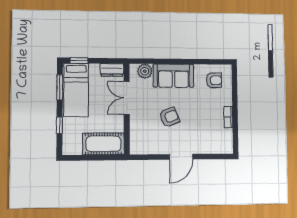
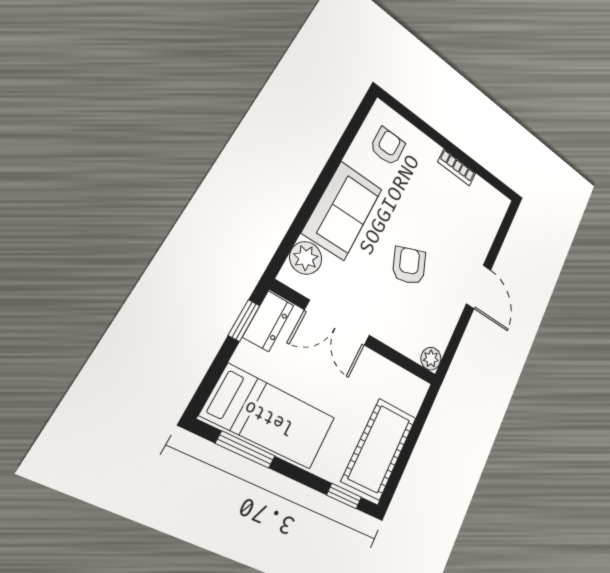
window: (79, 61) -> (244, 320), moved
window: (59, 125) -> (344, 496), moved
cot: (103, 144) -> (379, 449), moved
plant: (135, 149) -> (431, 359), added

